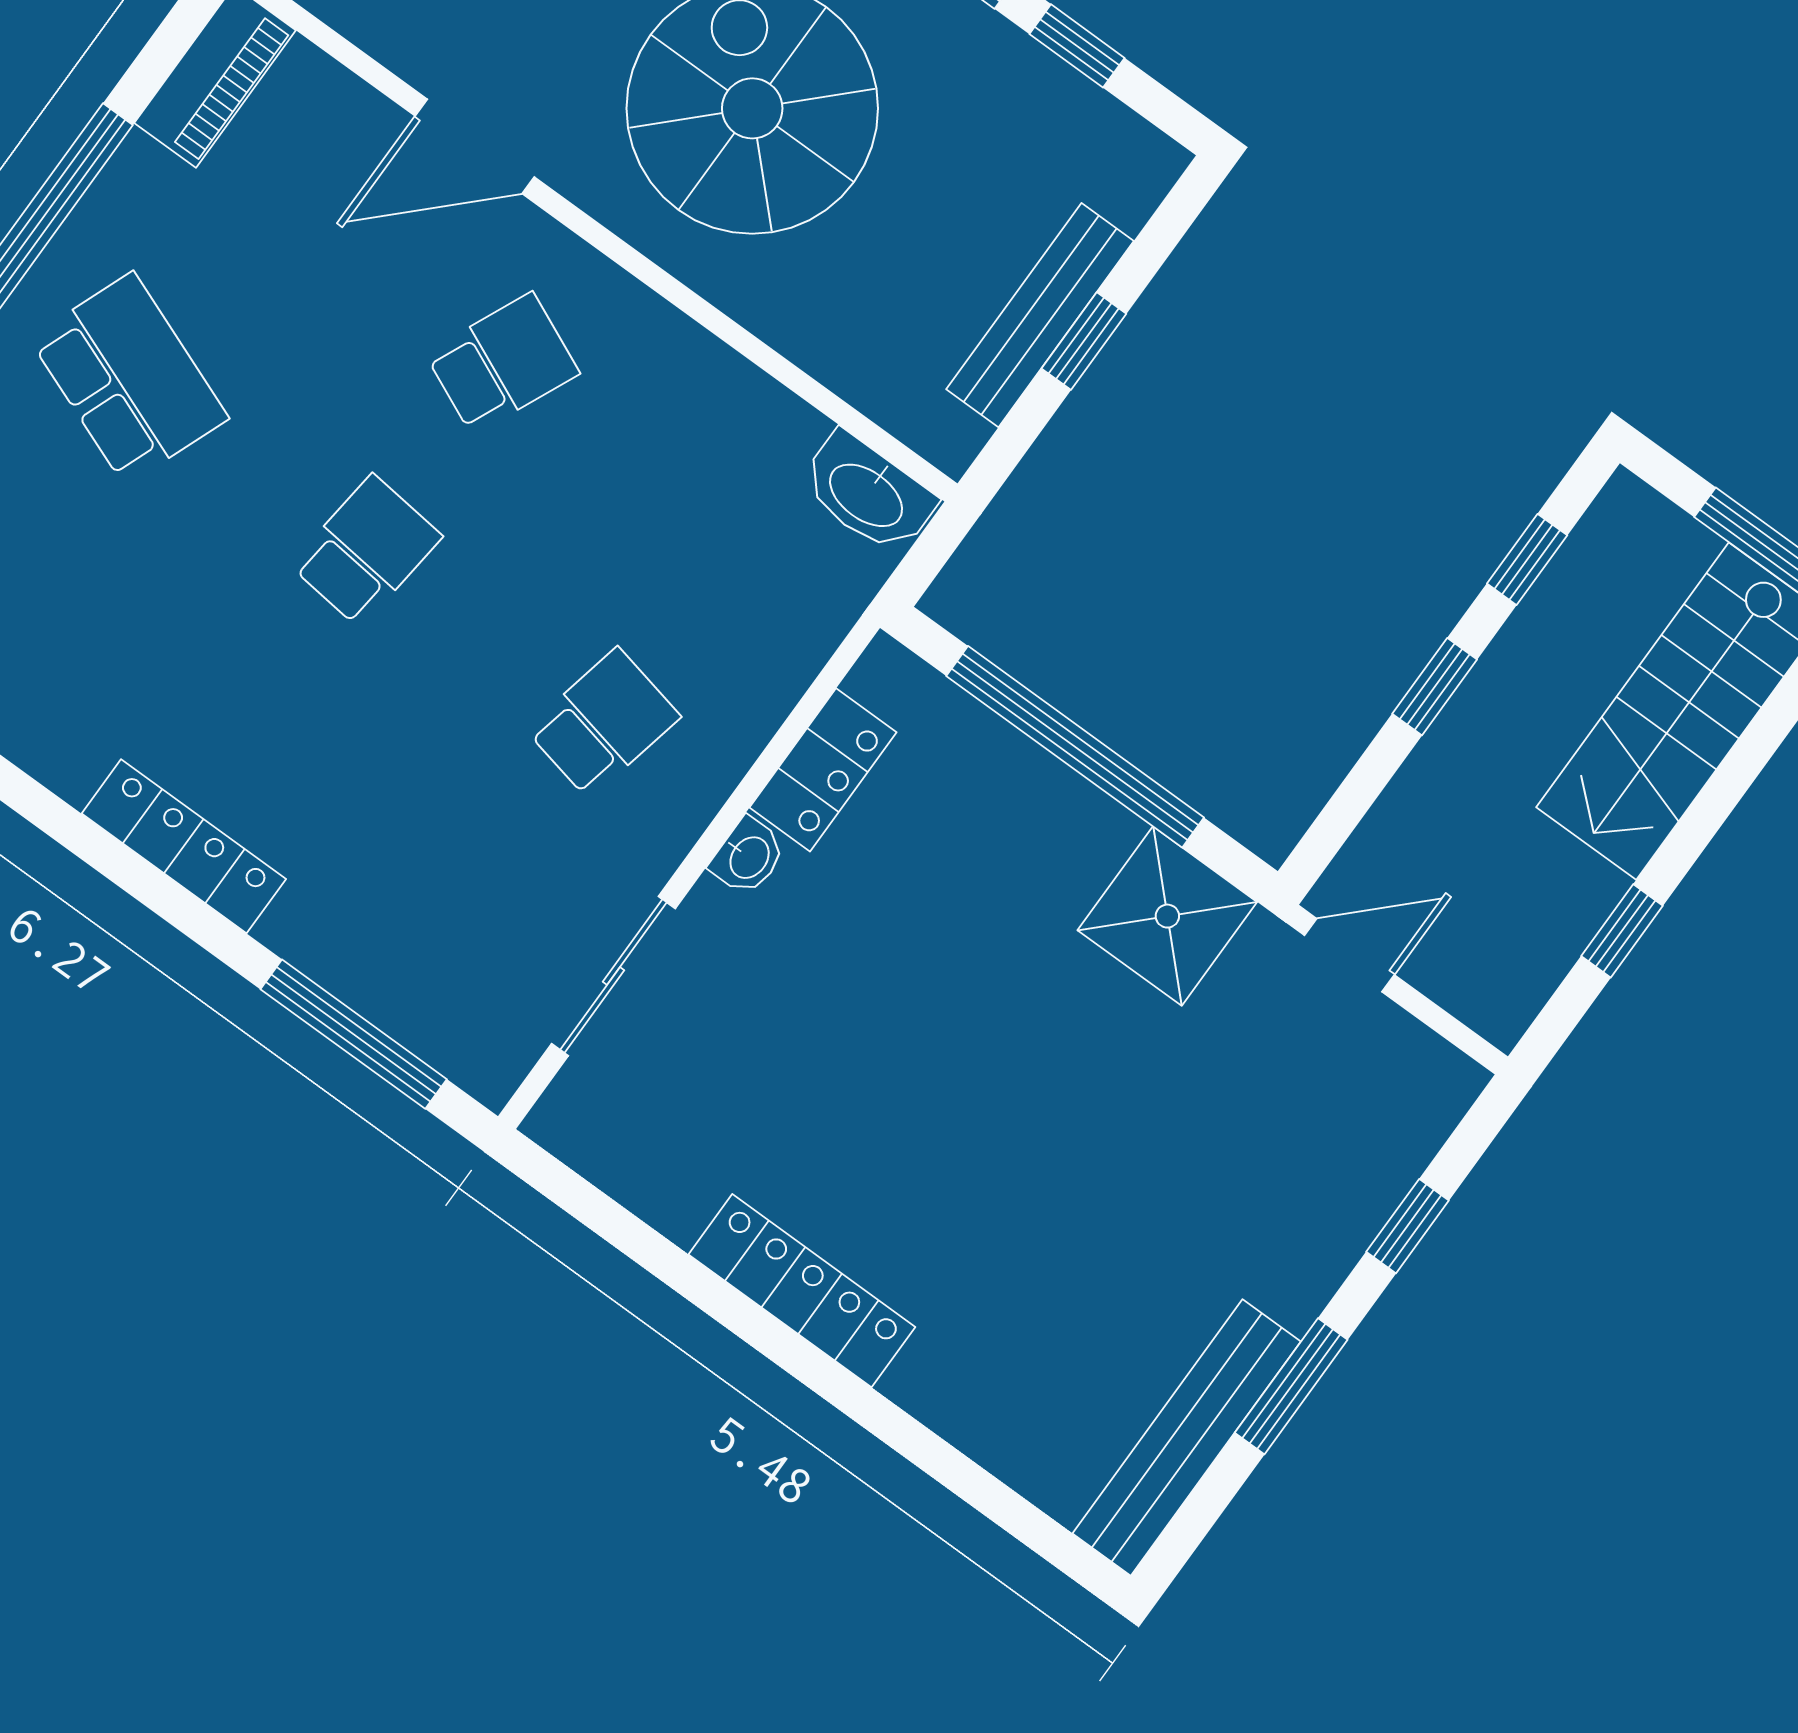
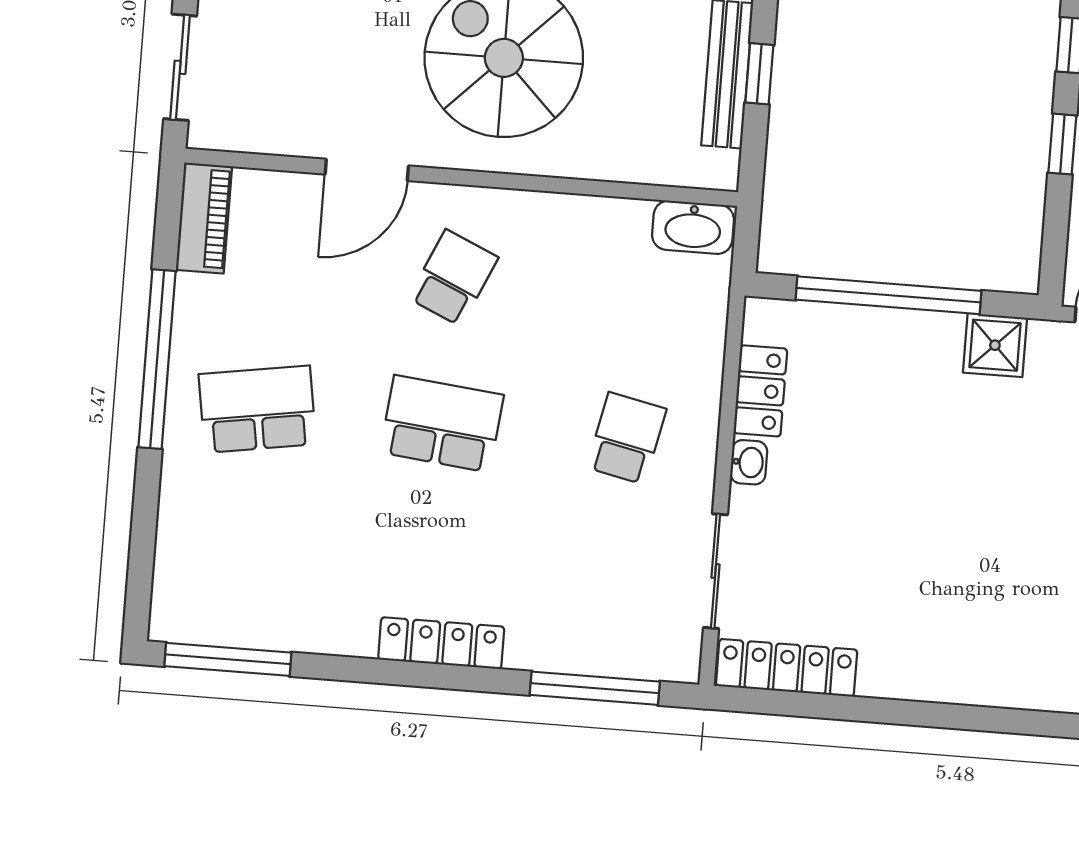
school desk: (129, 379) -> (257, 409), turned -30
school desk: (366, 551) -> (442, 424), width x1.85
shower: (1167, 916) -> (995, 345), width x0.73, depth x0.73
locker: (802, 1291) -> (787, 668), moved

